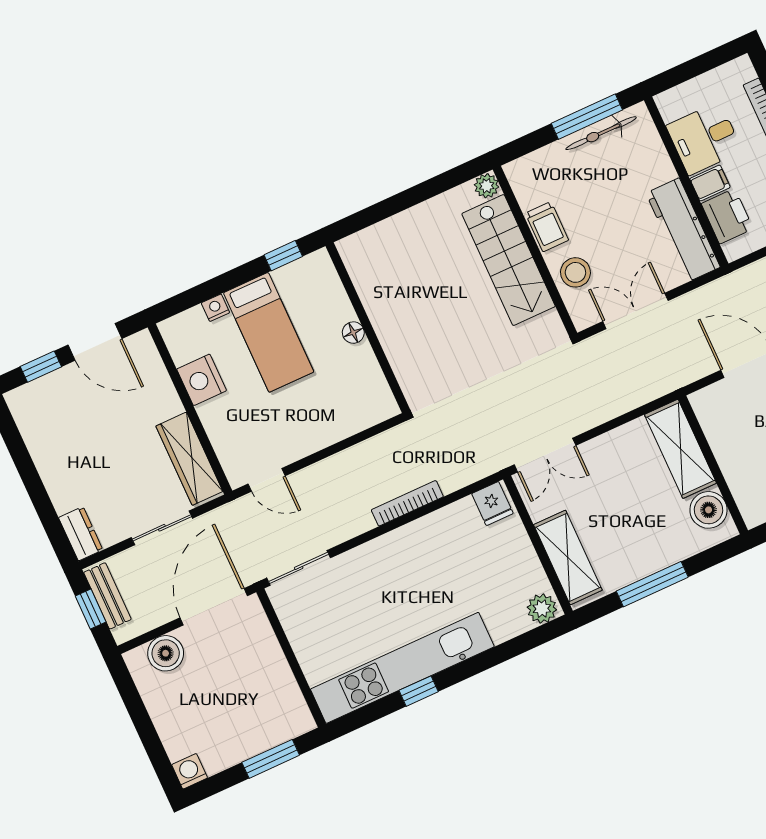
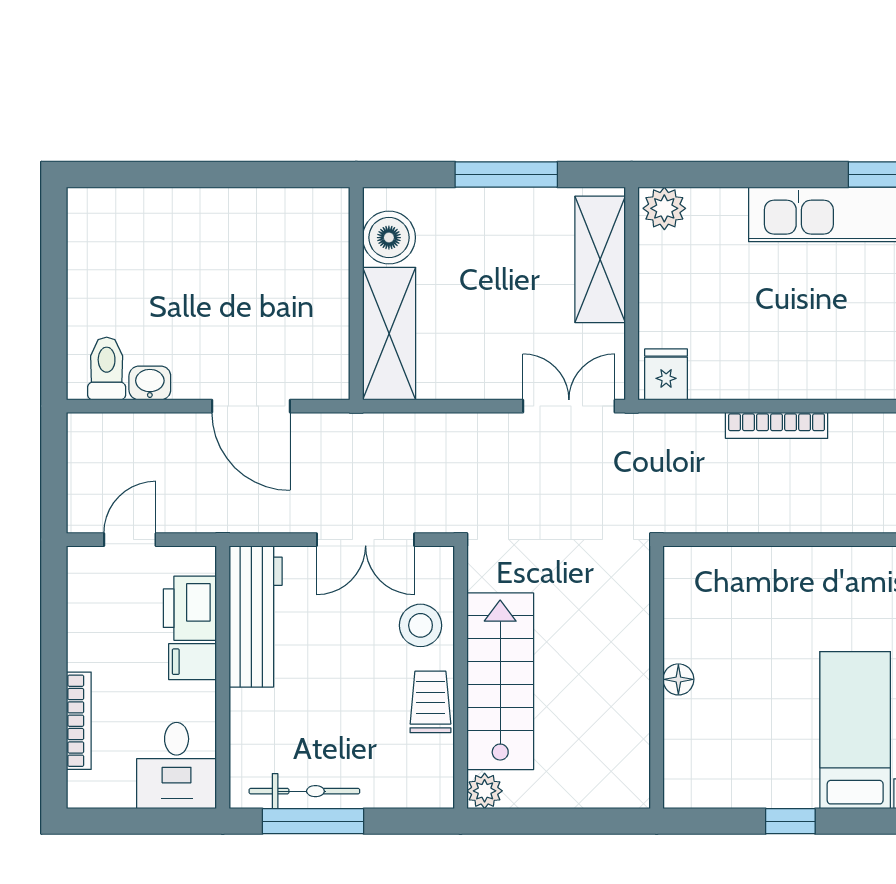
desk: (704, 138) -> (177, 766), moved, turned 90
wall: (368, 328) -> (657, 677), moved
floor lamp: (353, 333) -> (678, 679), moved

